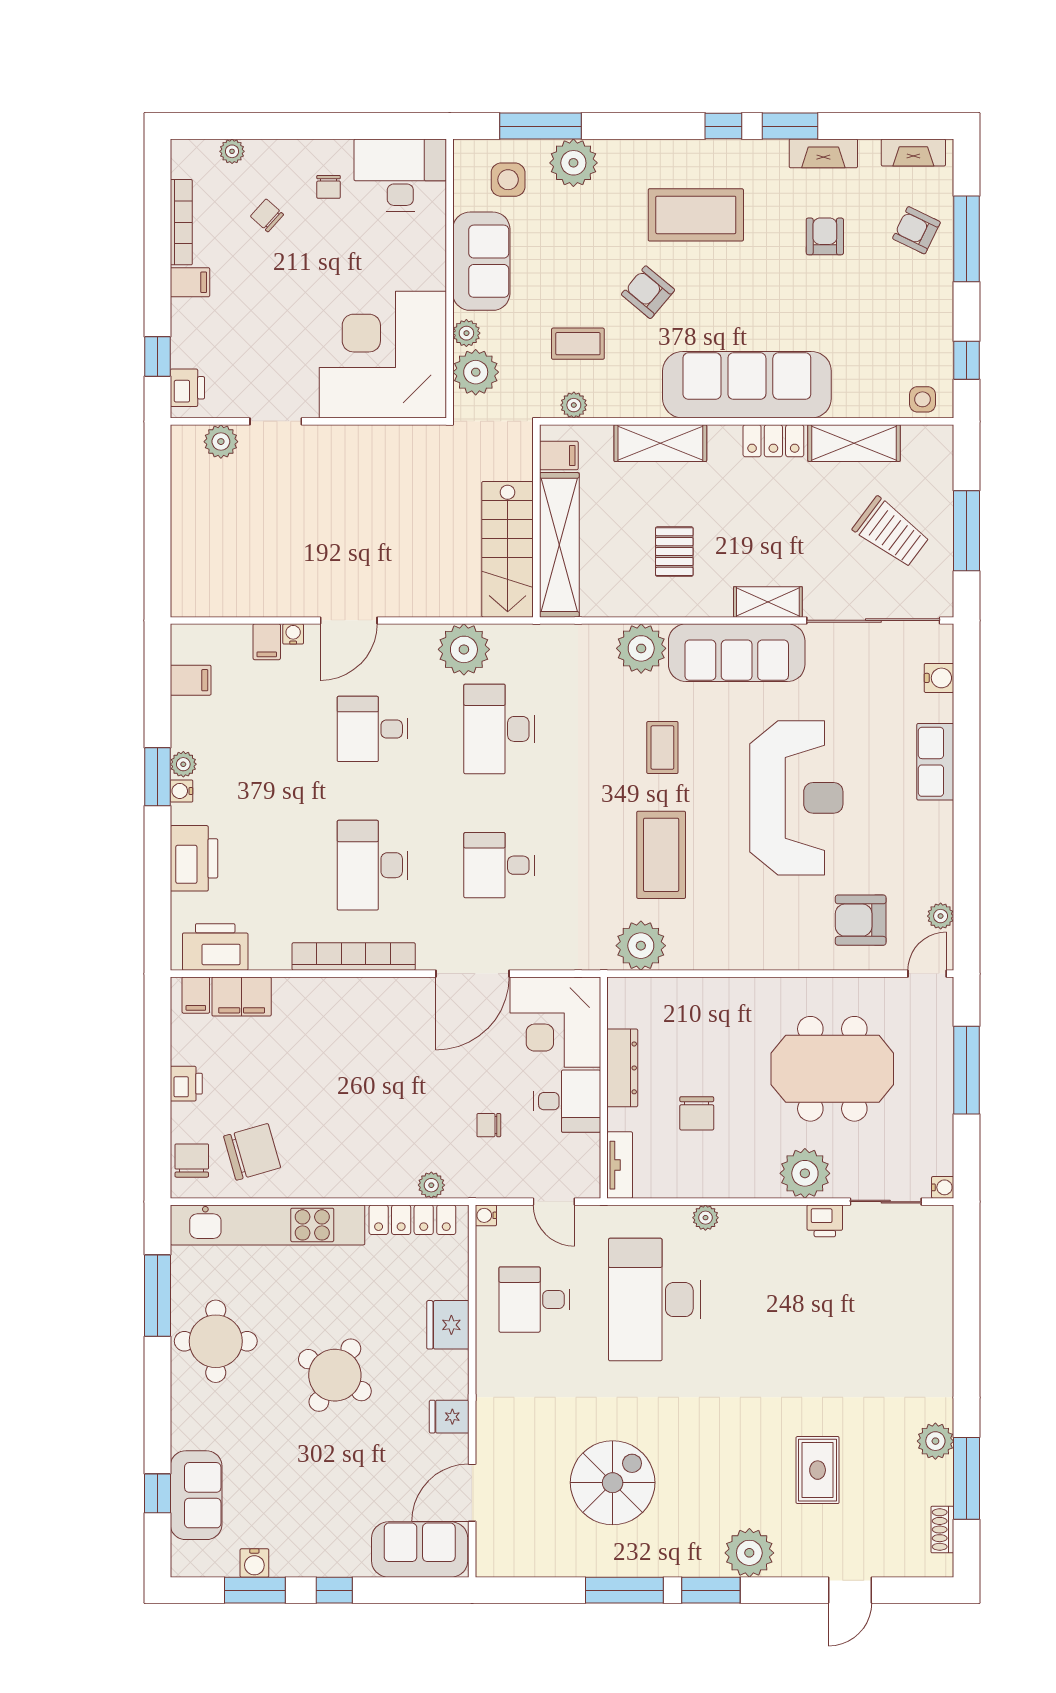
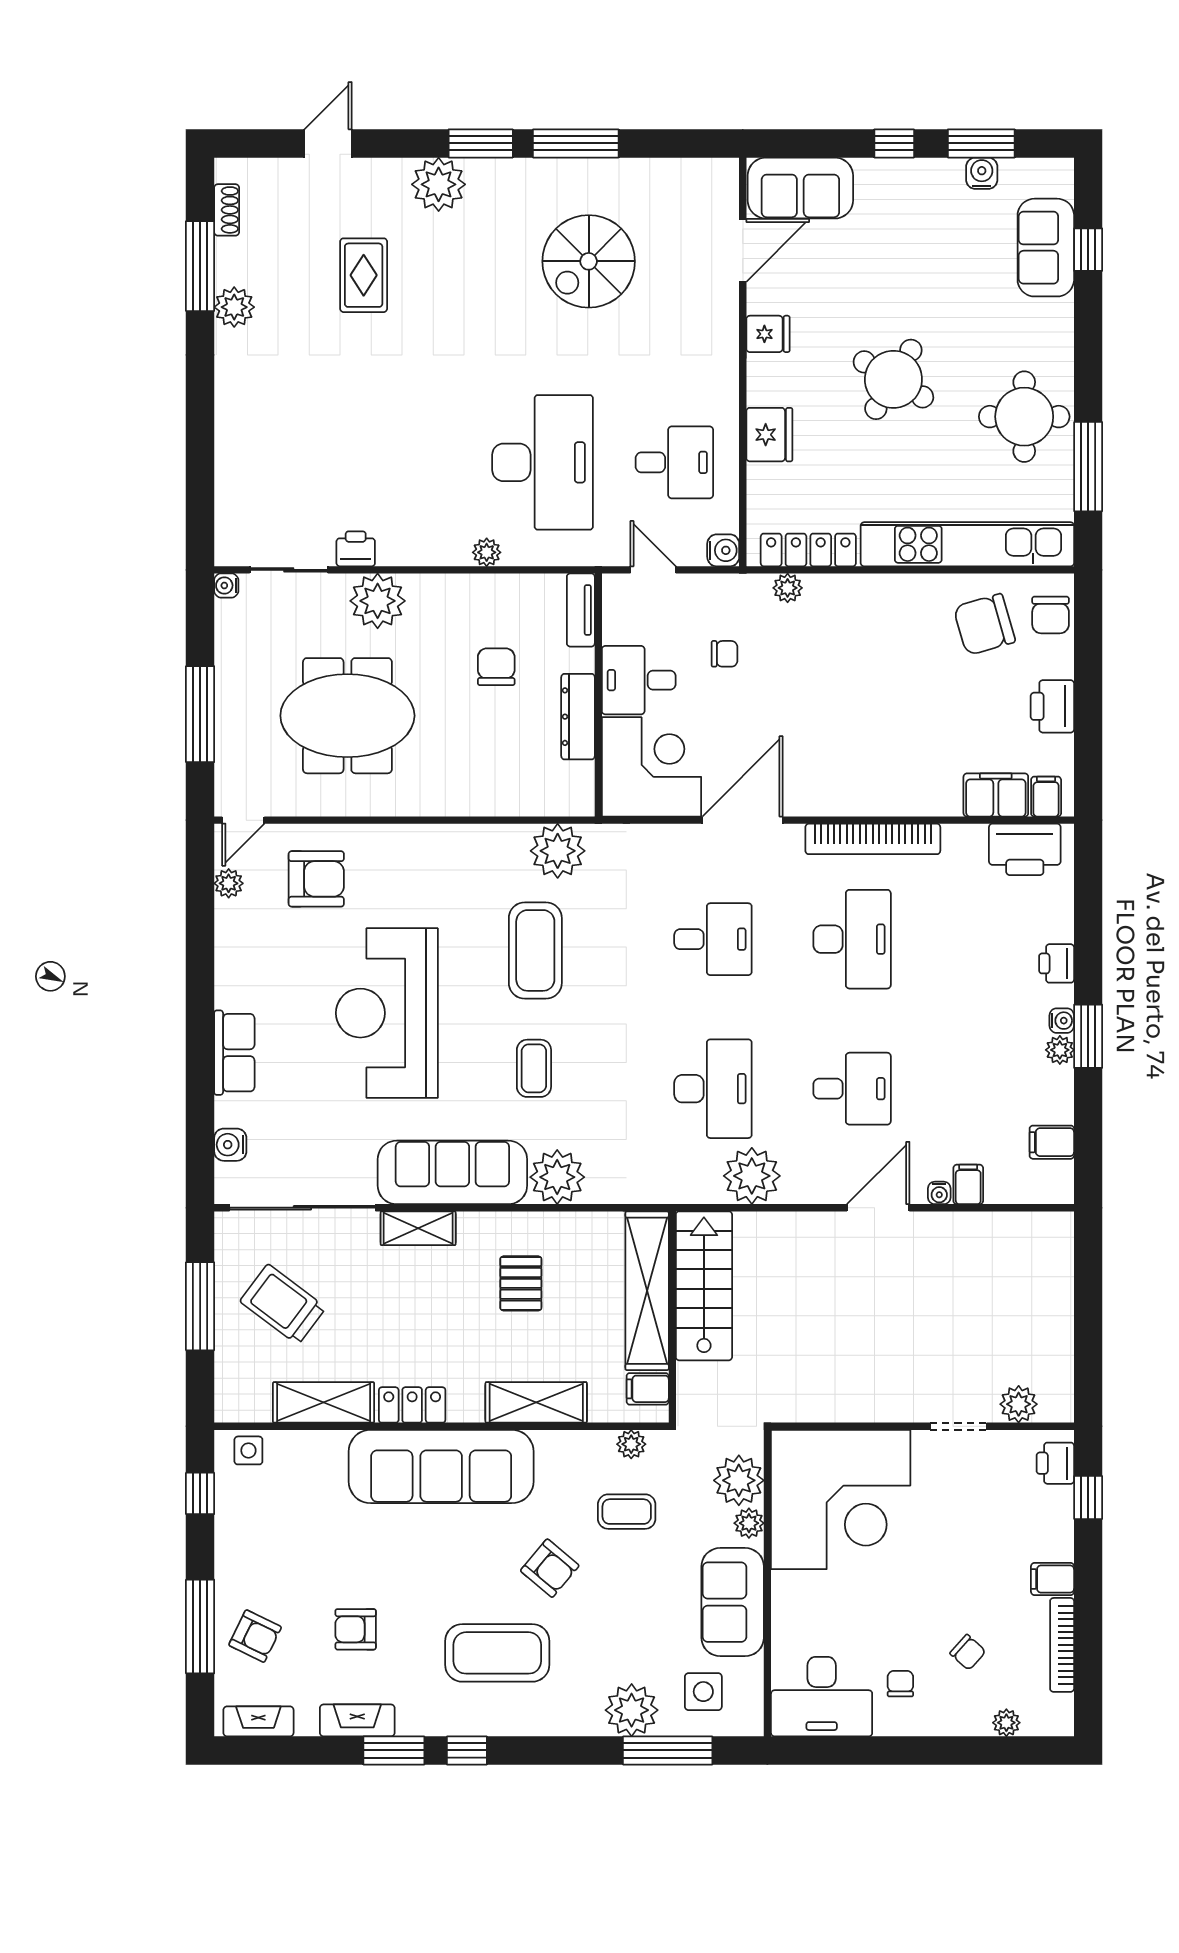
armchair: (825, 236) -> (356, 1629), turned 90
printer: (194, 858) -> (1057, 963), width x0.53, depth x0.68
printer: (186, 1084) -> (1052, 706), width x1.36, depth x1.24
water cooler: (486, 1215) -> (723, 550), width x1.38, depth x1.38

